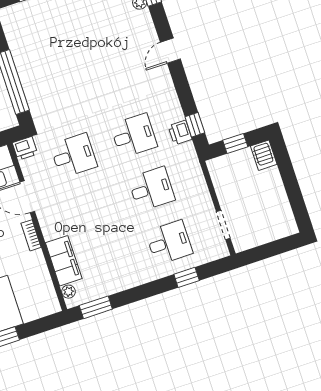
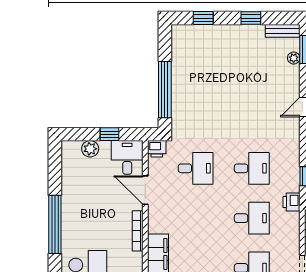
printer: (180, 133) -> (291, 202), moved
bookcase: (31, 235) -> (138, 231), width x1.56

